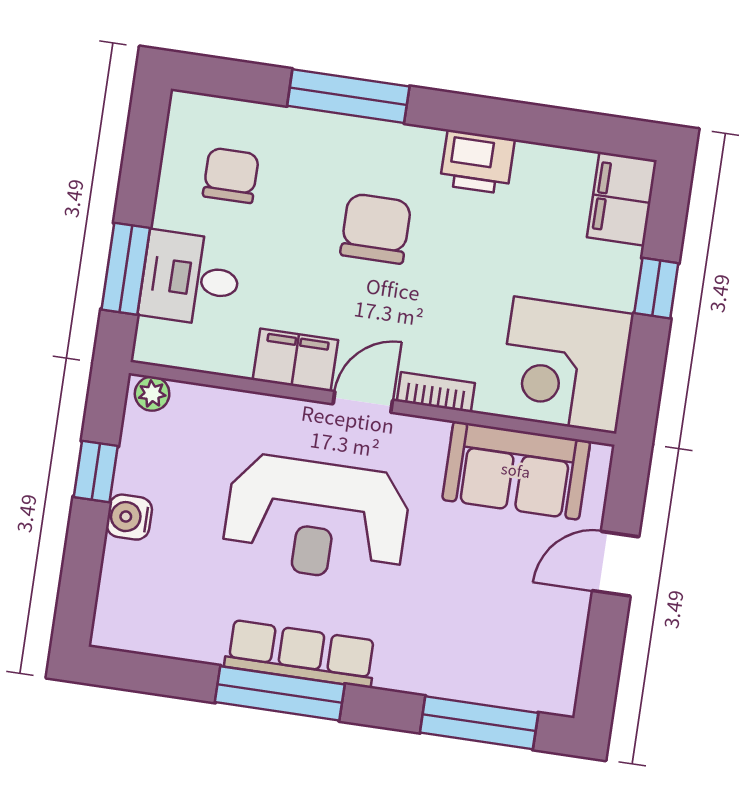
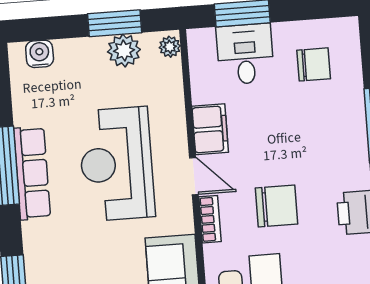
chair: (376, 229) -> (277, 206), moved
plant: (142, 467) -> (124, 51), added
window: (96, 471) -> (115, 23), width x1.50
water cooler: (129, 517) -> (40, 54), moved

